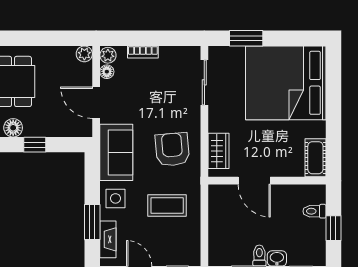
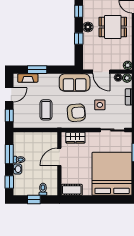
door: (96, 103) -> (101, 72), swing flipped
side table: (115, 198) -> (100, 105), moved

